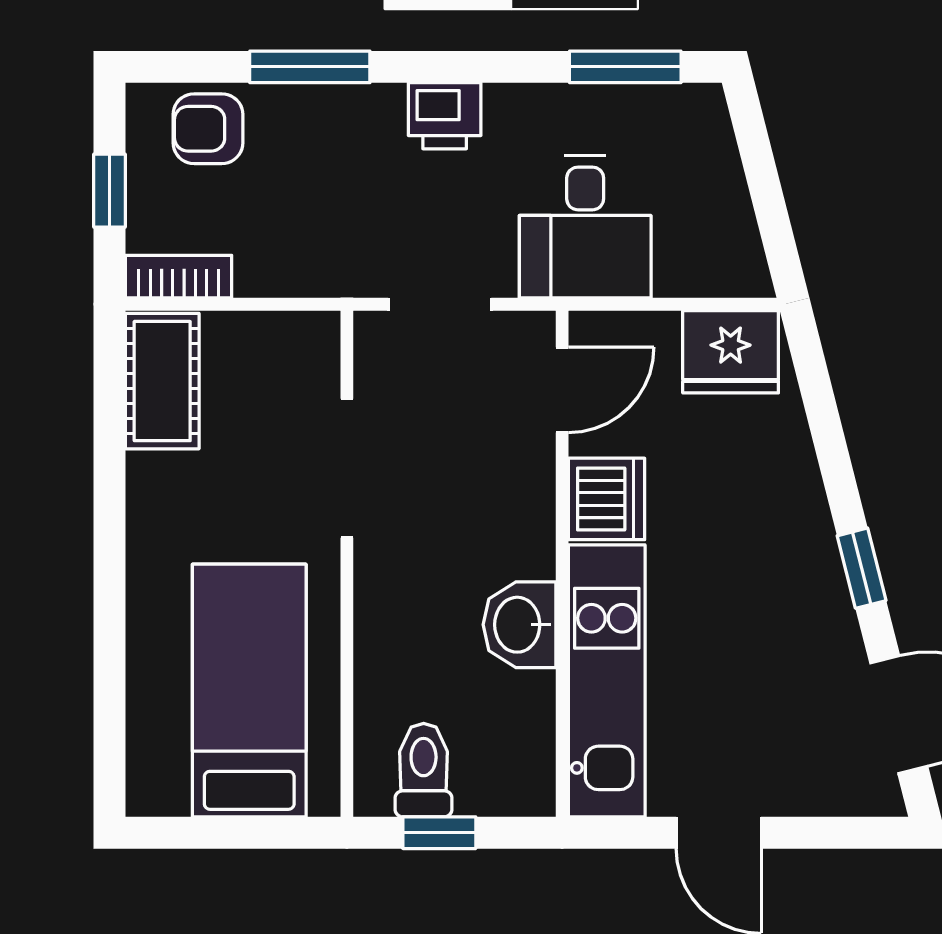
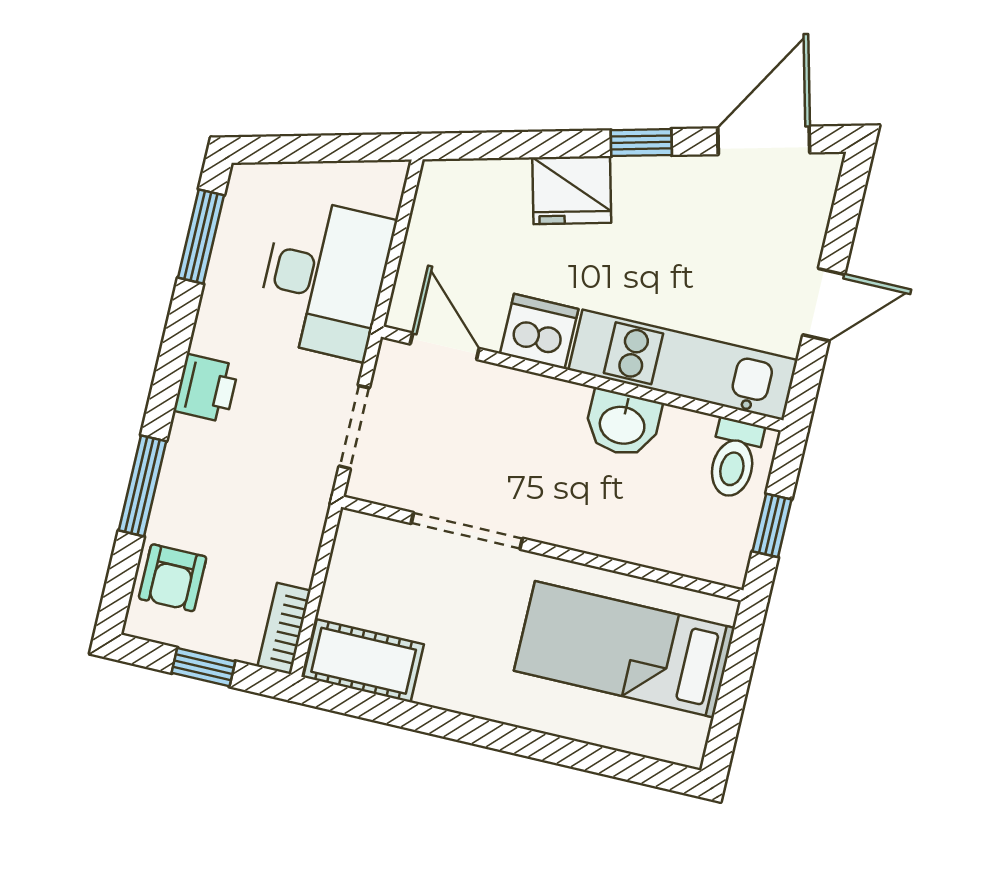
desk: (585, 227) -> (325, 278), width x1.37
fridge: (731, 352) -> (572, 190), moved, turned 76
toilet: (424, 770) -> (734, 458), moved, turned -90

